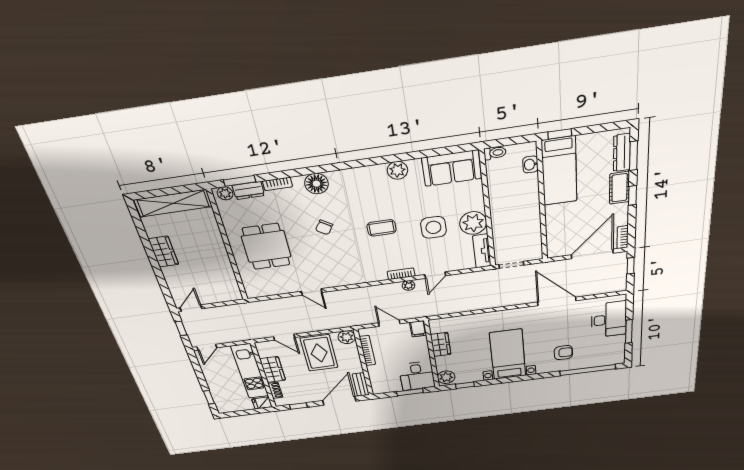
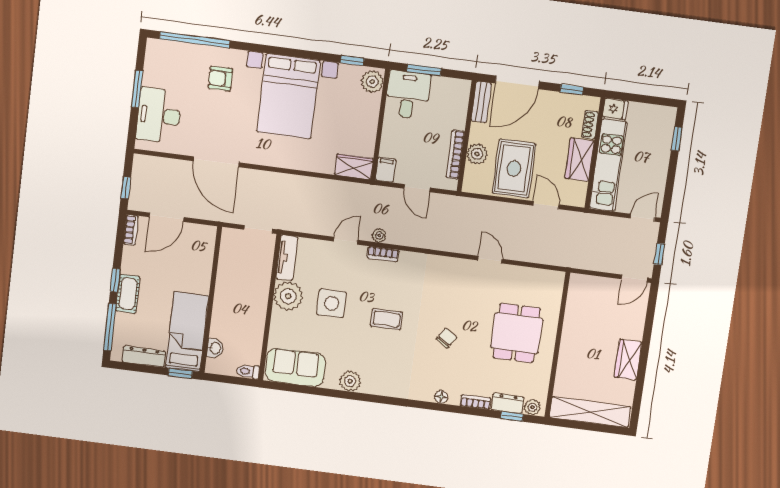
dresser: (622, 153) -> (144, 356), moved, turned -90
window: (634, 156) -> (110, 327), width x1.44
window: (240, 181) -> (512, 416), width x0.67
floor lamp: (316, 184) -> (441, 397), width x0.53, depth x0.53
door: (592, 254) -> (167, 217), width x0.73
plant: (347, 337) -> (477, 154), moved
wardrobe: (441, 345) -> (354, 167), moved, turned 90
bed with nightstands: (508, 355) -> (288, 96), width x1.36

